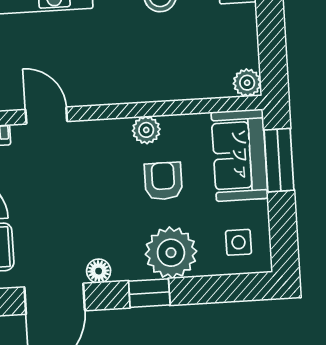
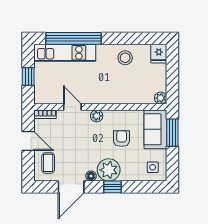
plant: (146, 130) -> (97, 116), moved
plant: (171, 253) -> (109, 170), moved

